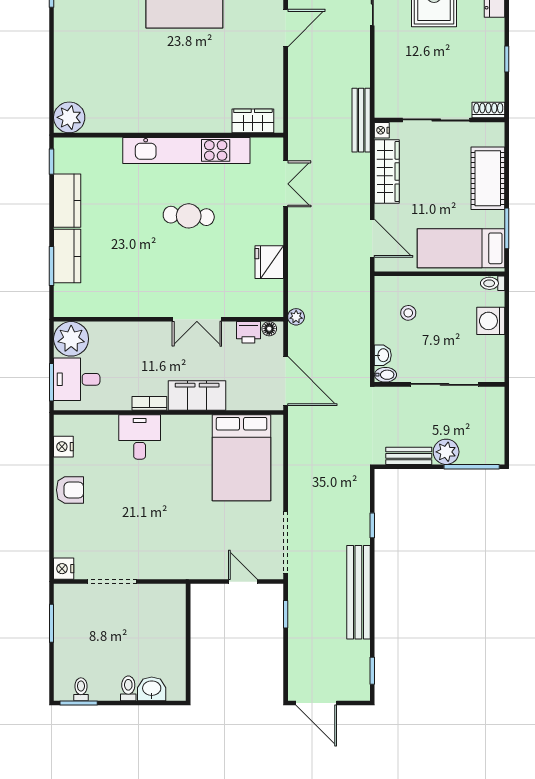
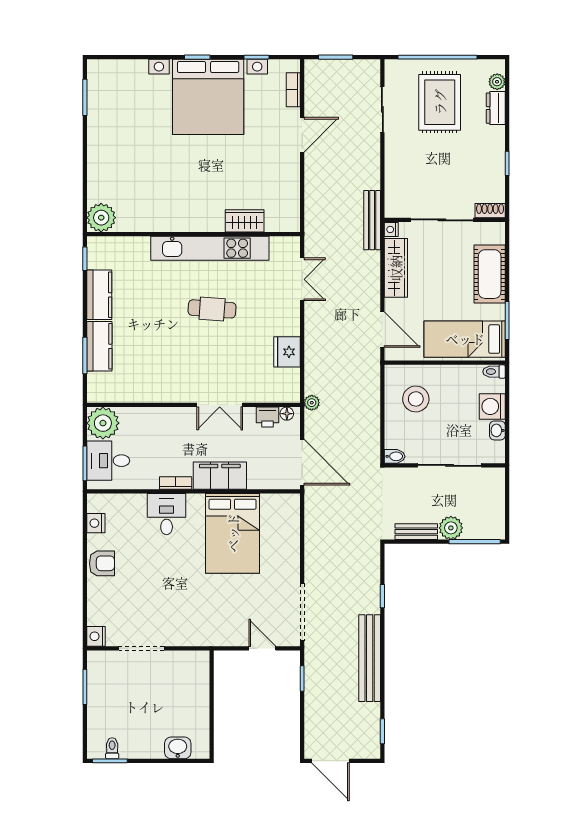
wardrobe: (253, 121) -> (245, 221), moved
stool: (408, 313) -> (416, 399), width x1.89, depth x1.89
washbasin: (383, 355) -> (497, 430), moved, turned 180
bed: (242, 458) -> (233, 533), moved
toilet: (128, 688) -> (156, 747), removed

